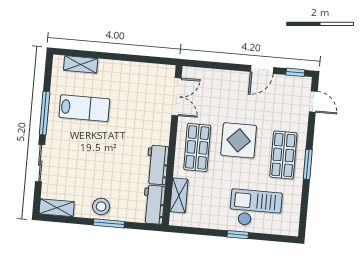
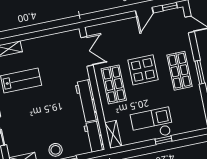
workbench: (157, 165) -> (87, 101), width x1.38
shelving: (179, 195) -> (113, 134), moved
checkout: (256, 208) -> (152, 124), moved

